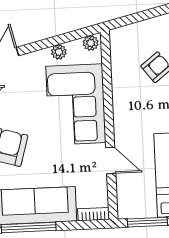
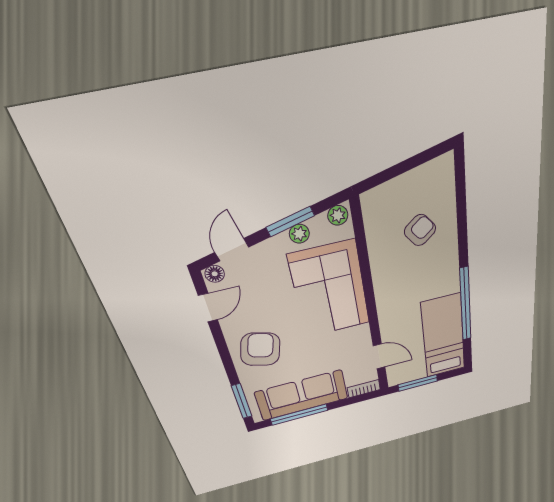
window: (54, 41) -> (290, 222), added
door: (111, 160) -> (379, 356), moved

